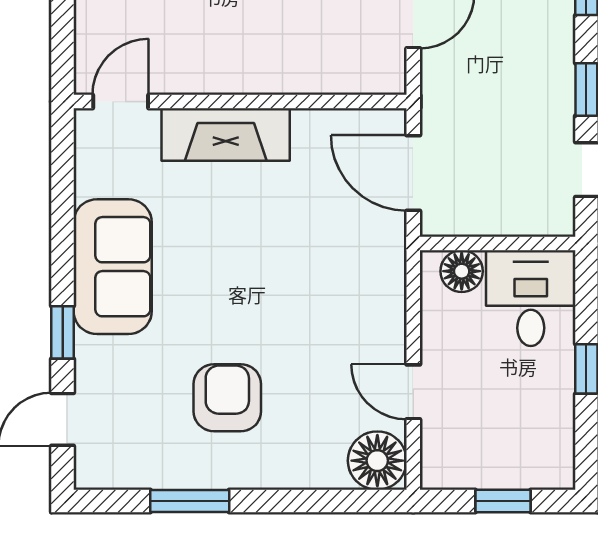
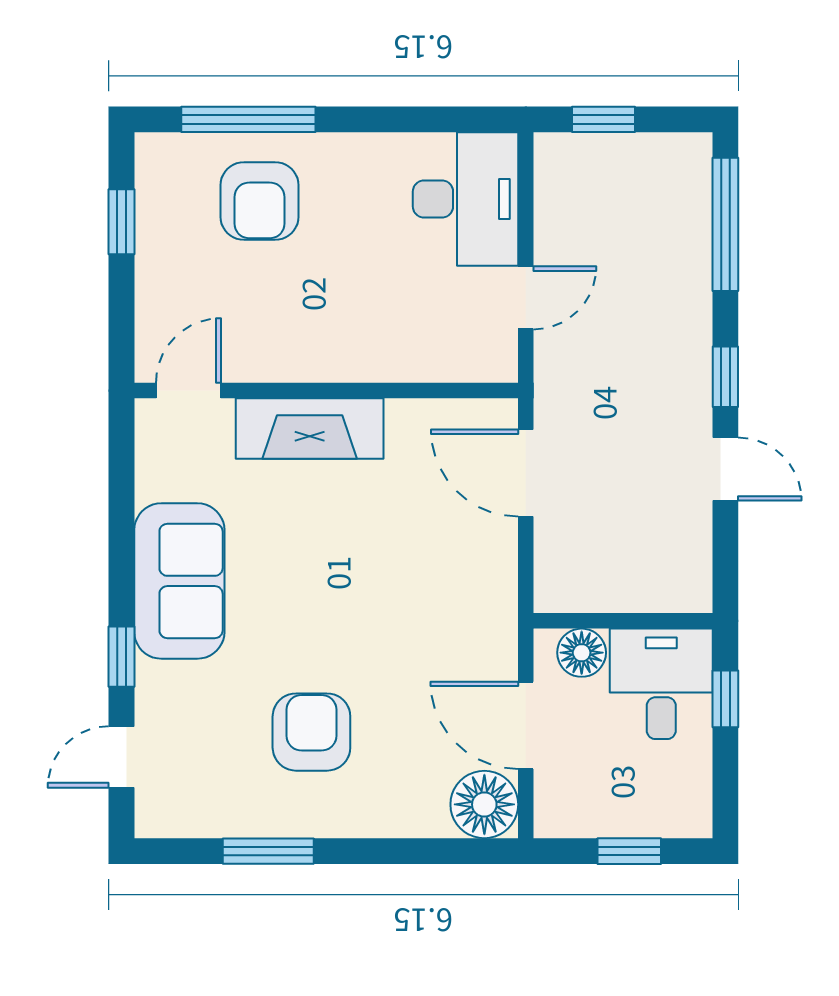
wall: (498, 244) -> (623, 621), moved
floor lamp: (462, 271) -> (582, 653), moved
desk: (531, 298) -> (661, 684), moved
door: (413, 392) -> (526, 725), width x1.38

